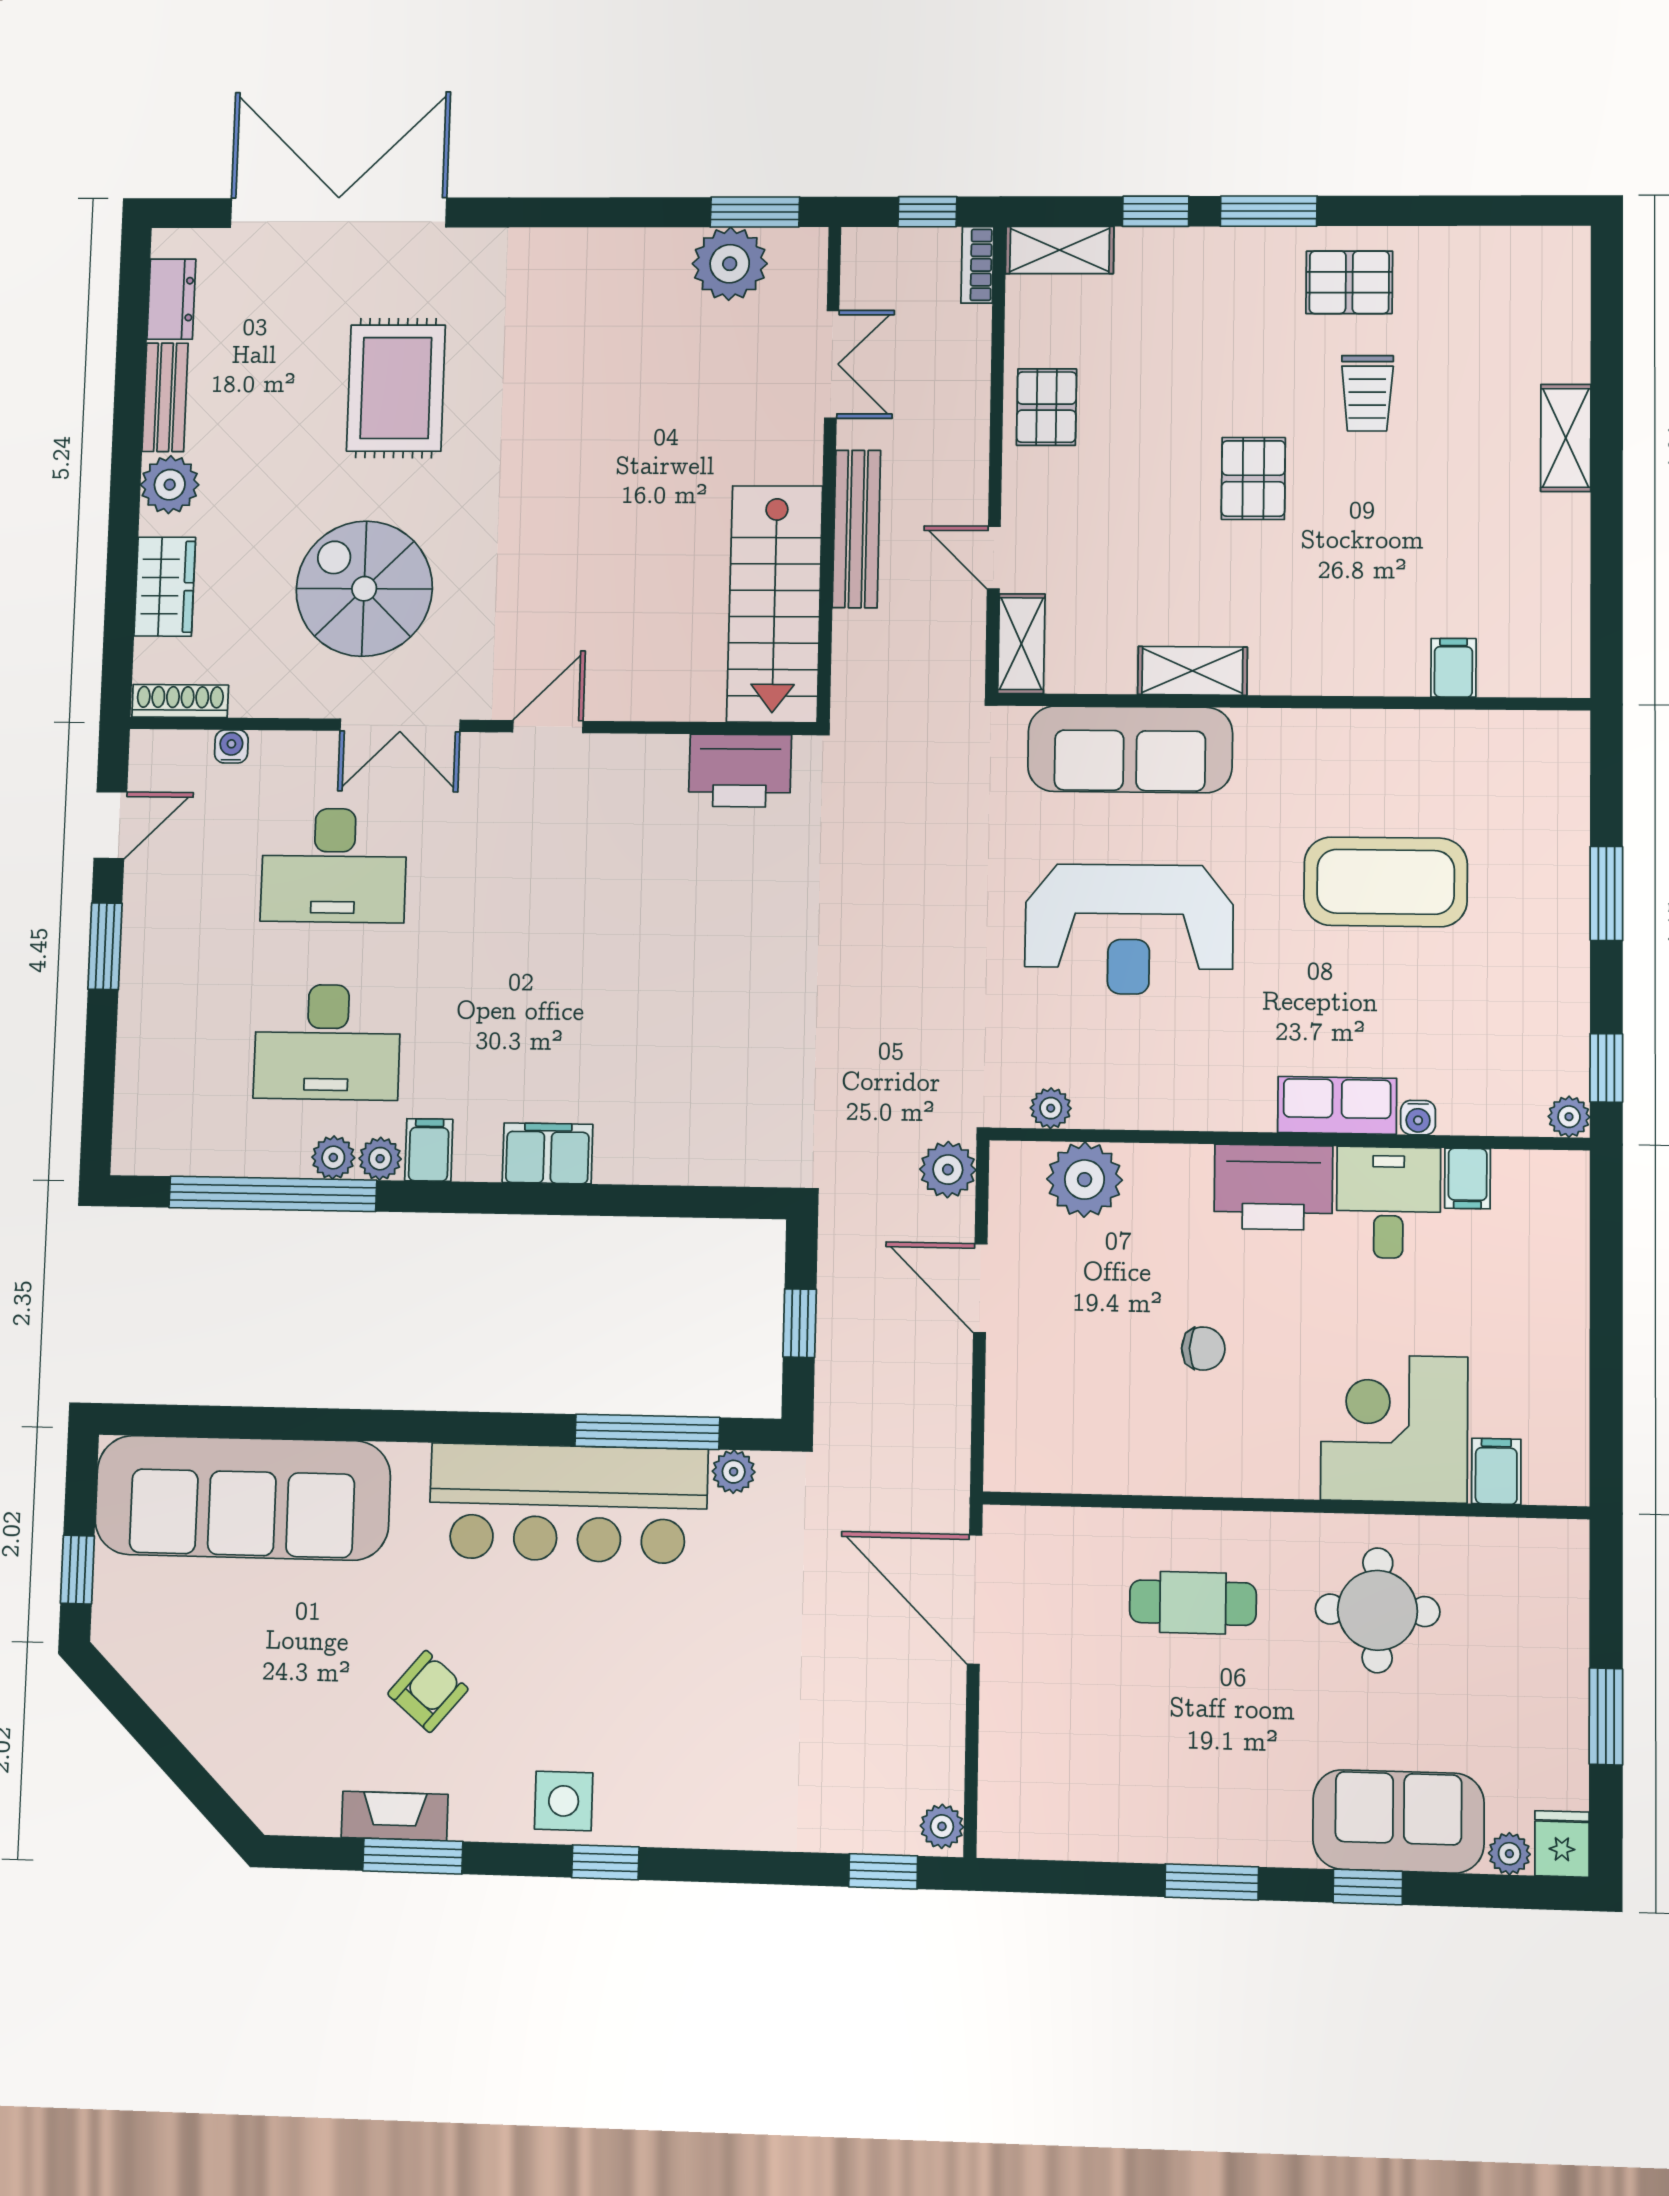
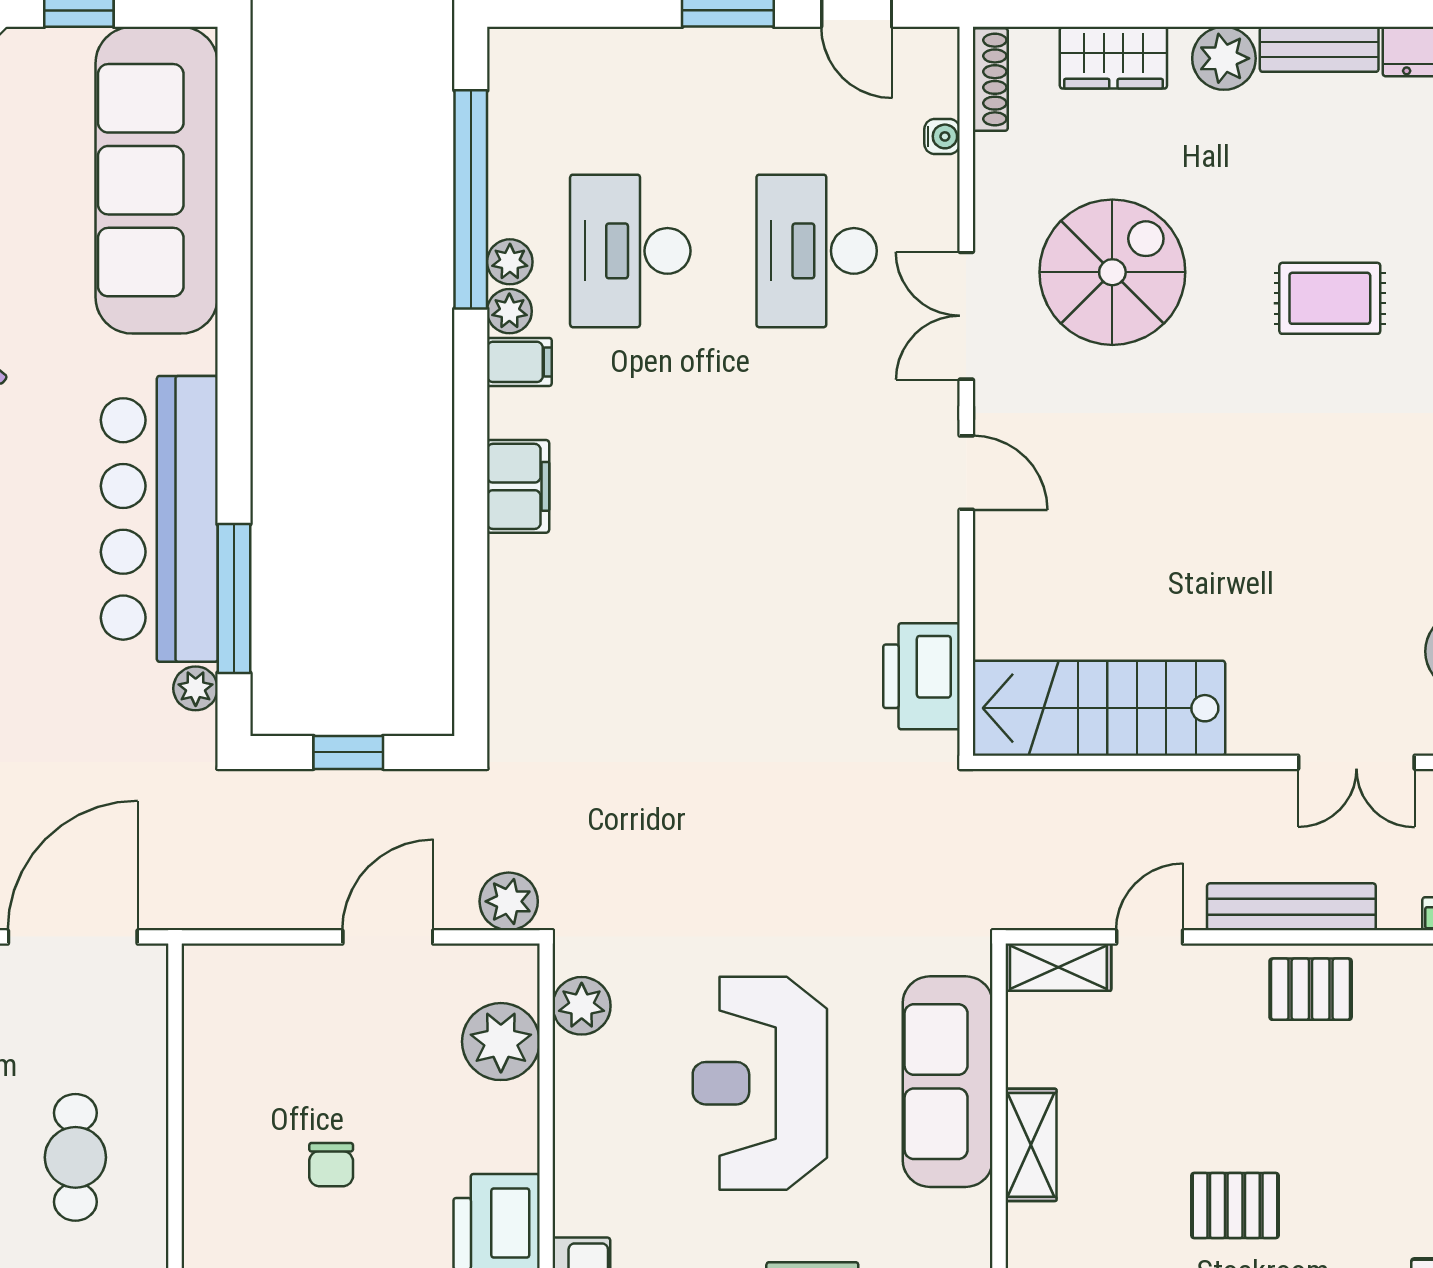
rug: (396, 388) -> (1330, 298), width x0.73, depth x0.70
bench: (856, 529) -> (1291, 907), moved
plant: (1051, 1108) -> (582, 1006), width x1.38, depth x1.38

